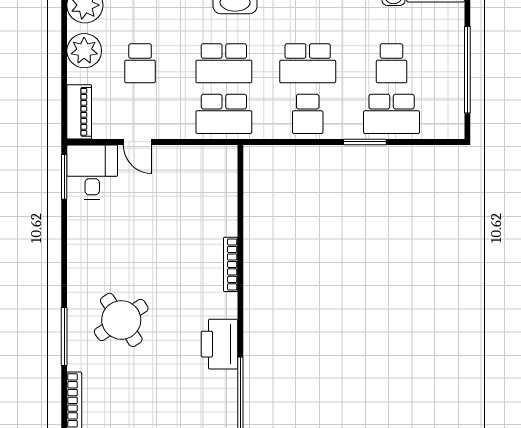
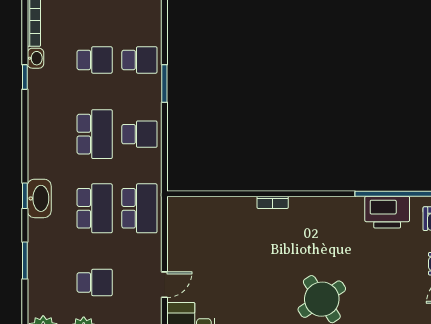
school desk: (392, 114) -> (139, 60), width x0.54
bookcase: (231, 264) -> (273, 202), width x0.64
printer: (220, 344) -> (387, 212), moved

